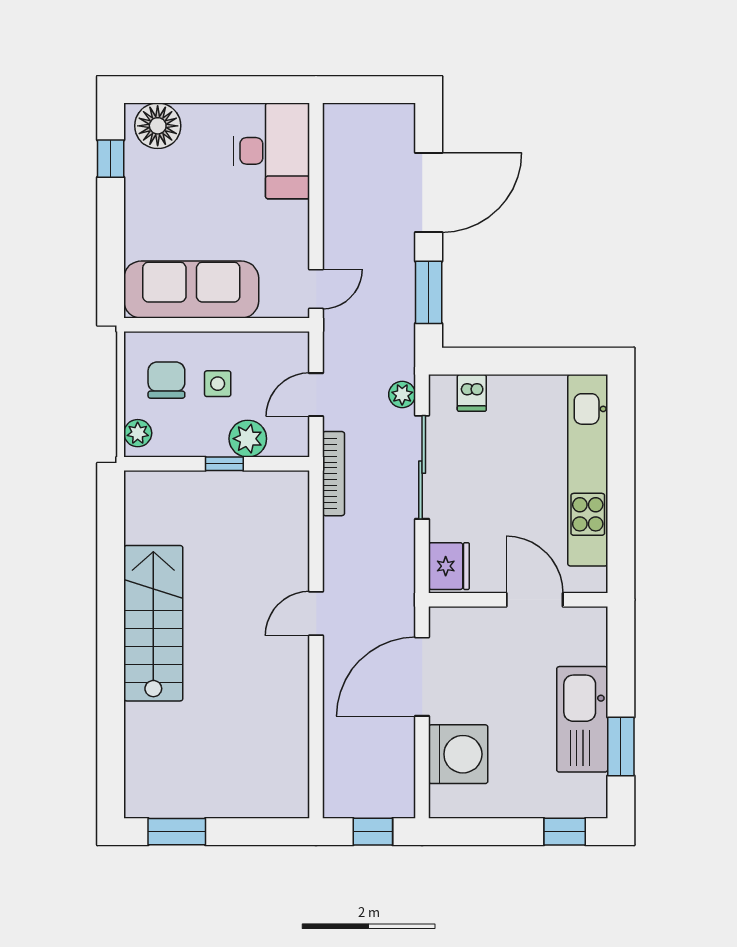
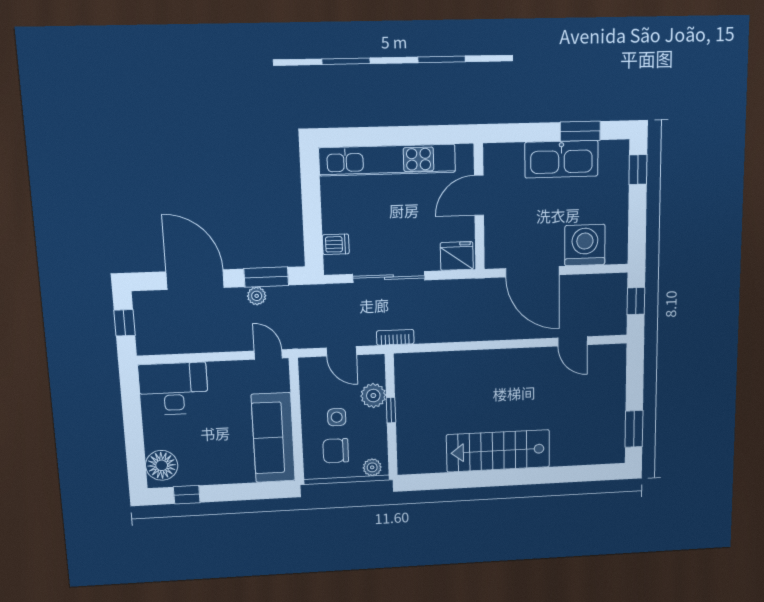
window: (371, 90) -> (124, 323), added
plant: (402, 394) -> (257, 296), moved
bookcase: (333, 474) -> (395, 337), width x0.64
door: (316, 614) -> (573, 341), moved

